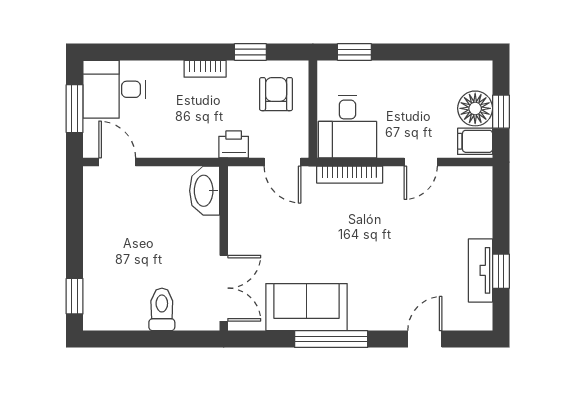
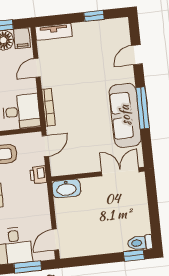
door: (421, 162) -> (37, 68), swing flipped
tv unit: (481, 270) -> (54, 32), moved
sofa: (307, 307) -> (125, 115), width x1.36
toilet: (162, 309) -> (140, 243), moved
door: (425, 339) -> (137, 55), hinge flipped

